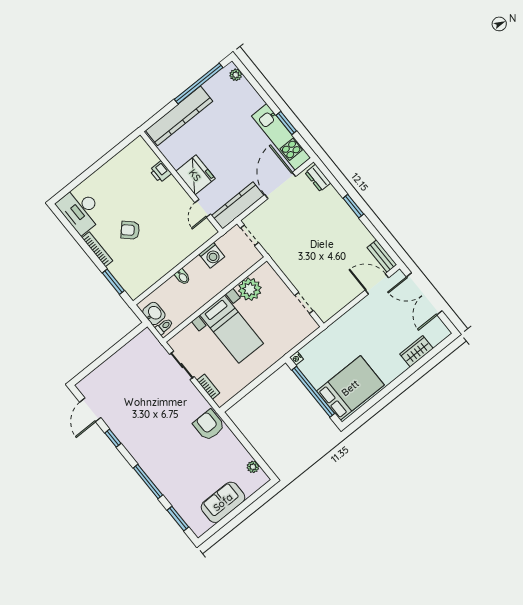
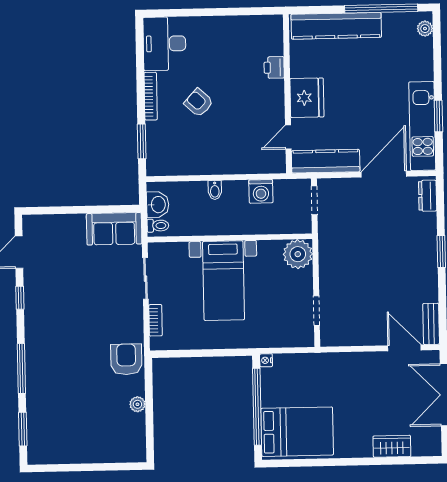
plant: (250, 289) -> (298, 254), moved
plant: (253, 467) -> (137, 404), moved
sofa: (223, 502) -> (114, 229), moved, turned 180

